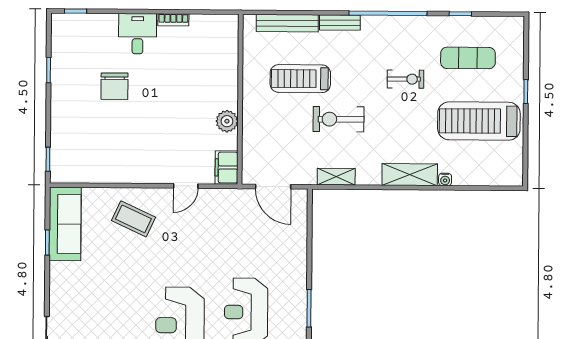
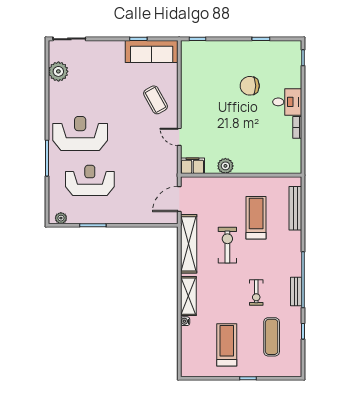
bench: (340, 23) -> (296, 292), moved
treadmill: (479, 121) -> (227, 345), width x0.73, depth x0.73
shelving: (336, 177) -> (189, 244), width x2.20, depth x1.33
coffee table: (133, 219) -> (156, 100), turned -54

